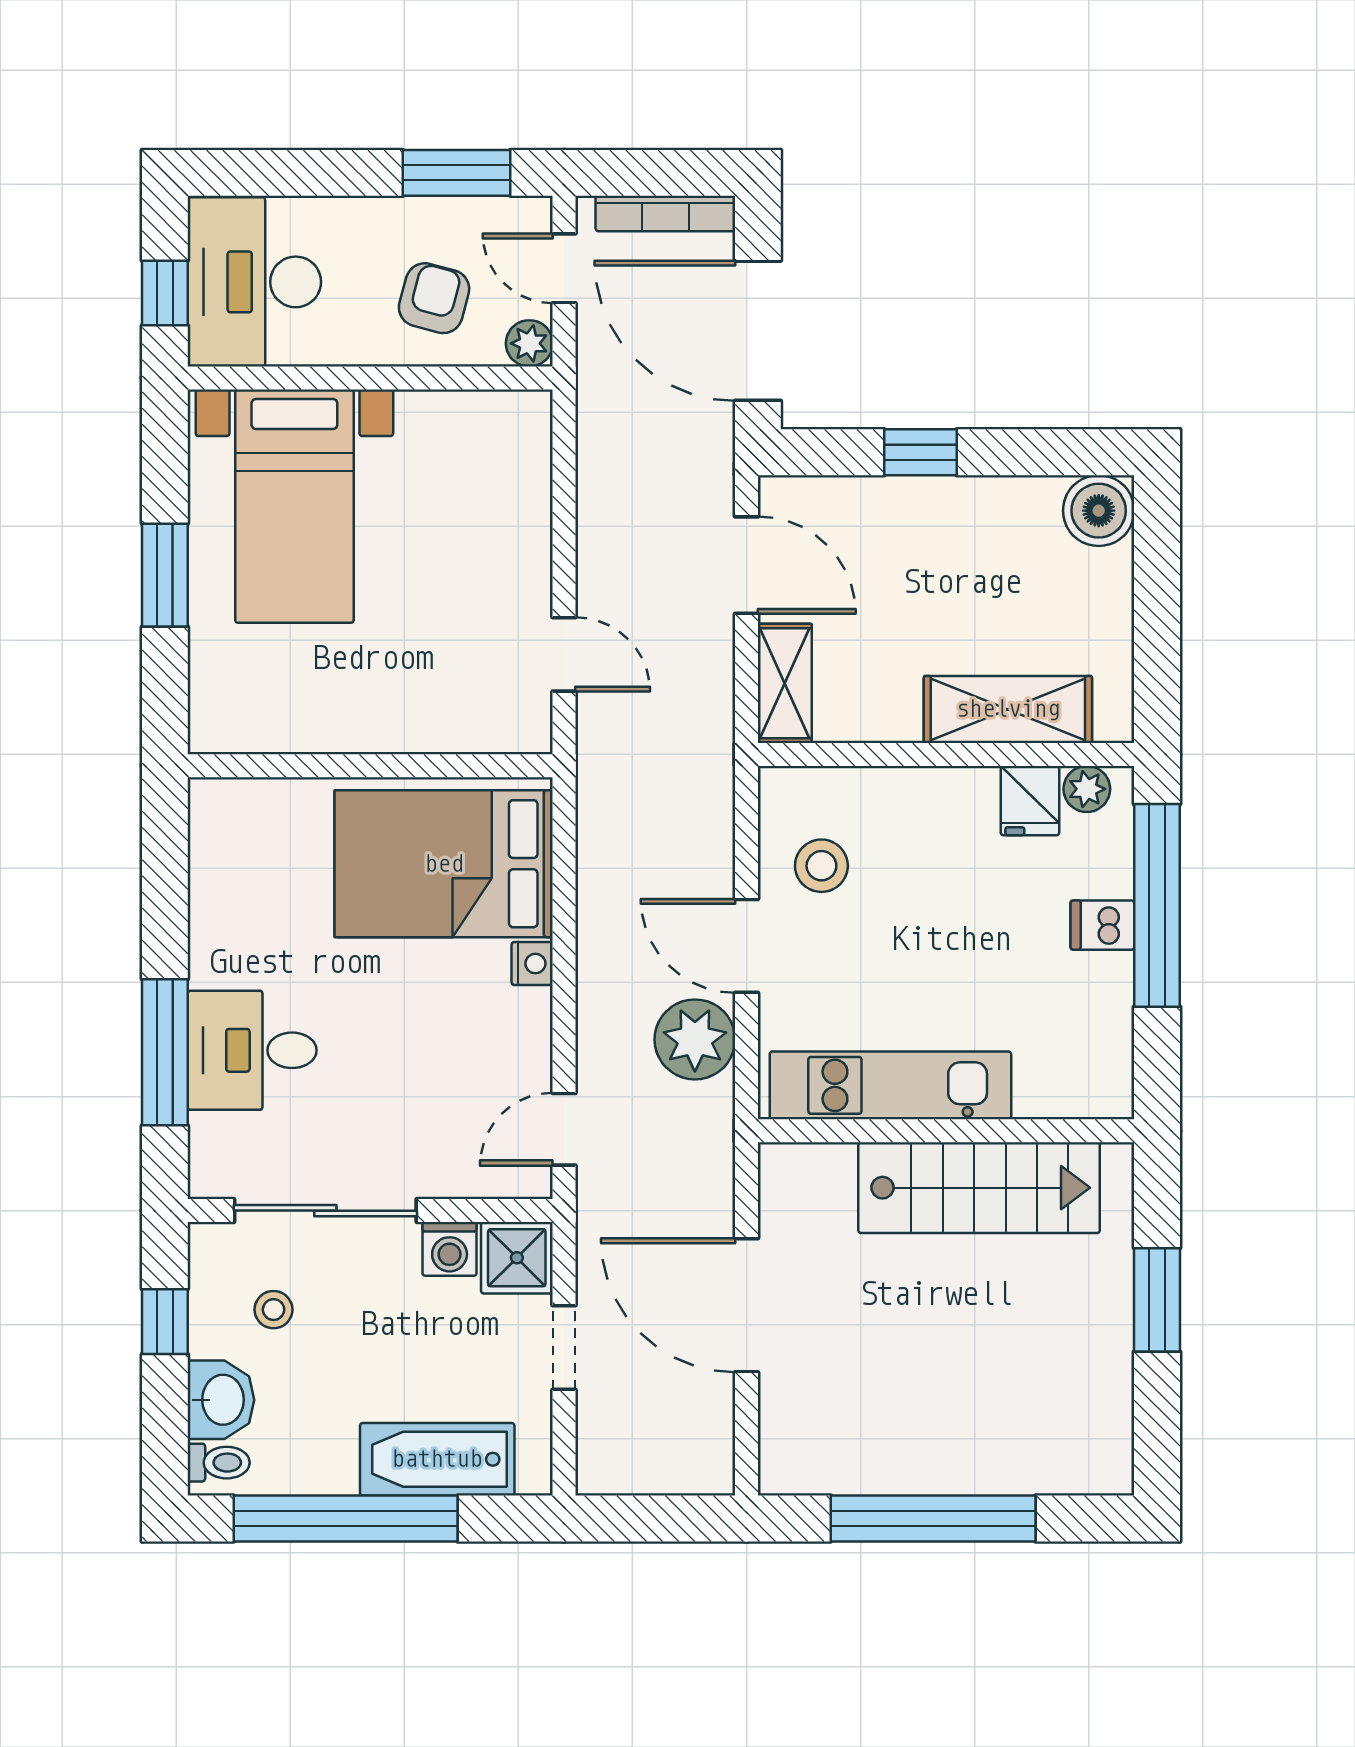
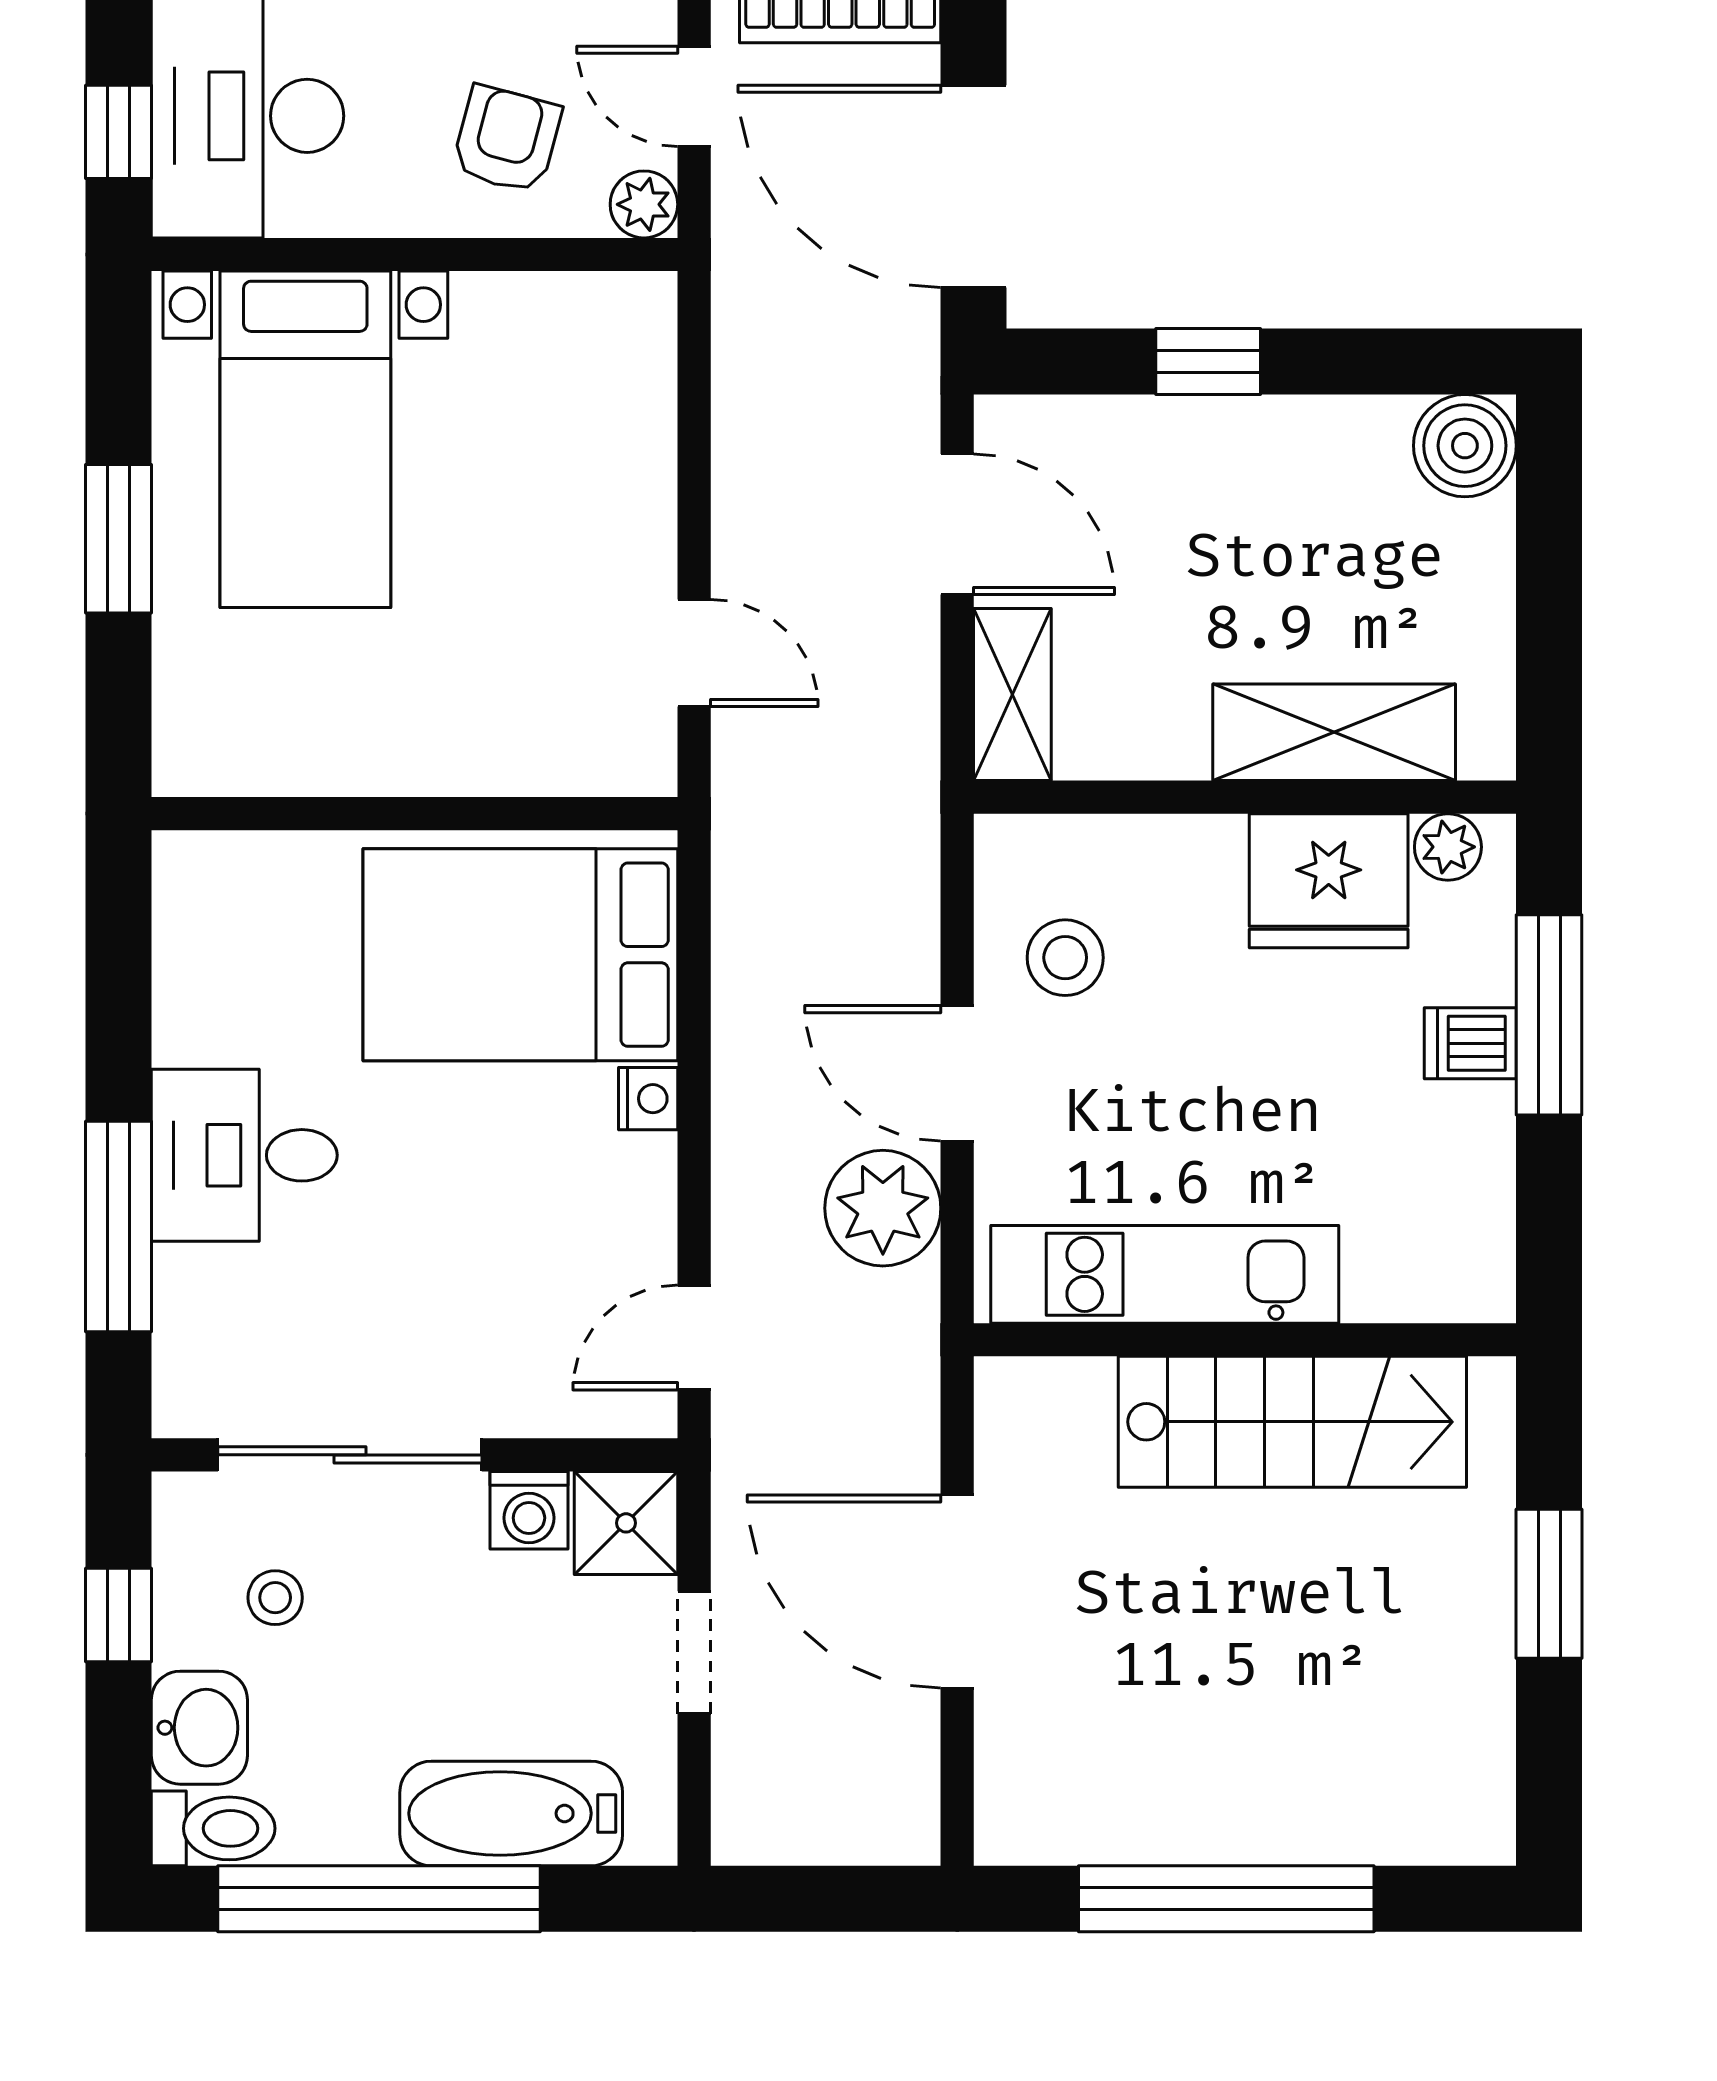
fridge: (1030, 801) -> (1329, 881), width x1.88, depth x1.34
window: (1157, 905) -> (1549, 1015), width x0.68
desk: (252, 1050) -> (244, 1155), moved
toilet: (219, 1463) -> (213, 1828), width x1.37, depth x1.39

